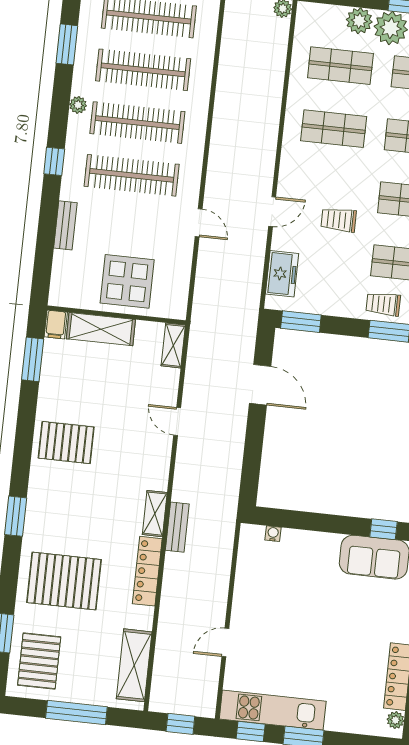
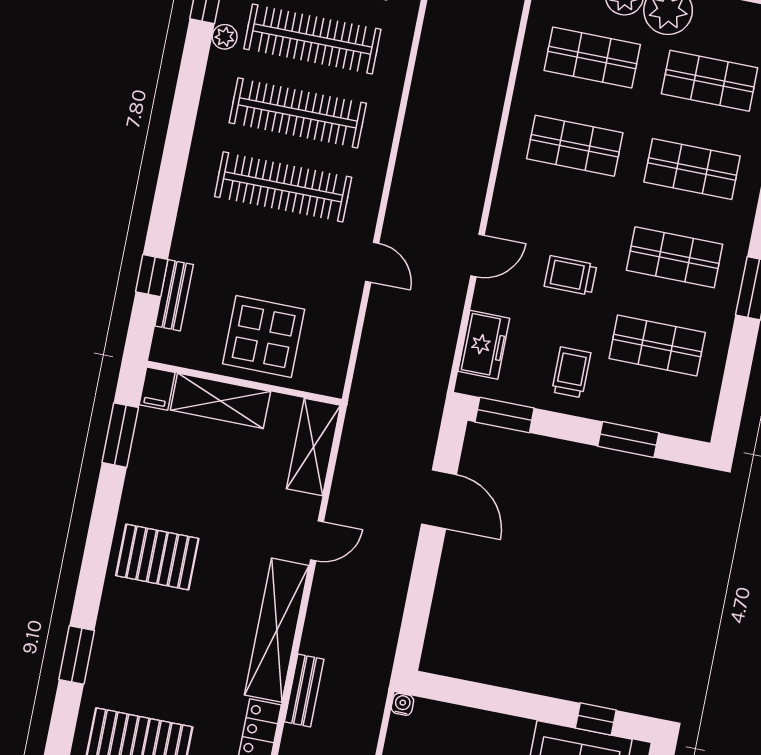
plant: (78, 105) -> (225, 37), moved
window: (54, 161) -> (152, 276), moved
bench: (65, 225) -> (174, 295), moved
trolley: (383, 304) -> (571, 372), moved, turned 90
shelving: (173, 345) -> (313, 447), width x1.50, depth x1.33
door: (177, 421) -> (317, 541), swing flipped
shelving: (155, 514) -> (277, 630), width x2.20, depth x1.33
water cooler: (273, 534) -> (402, 704), moved

